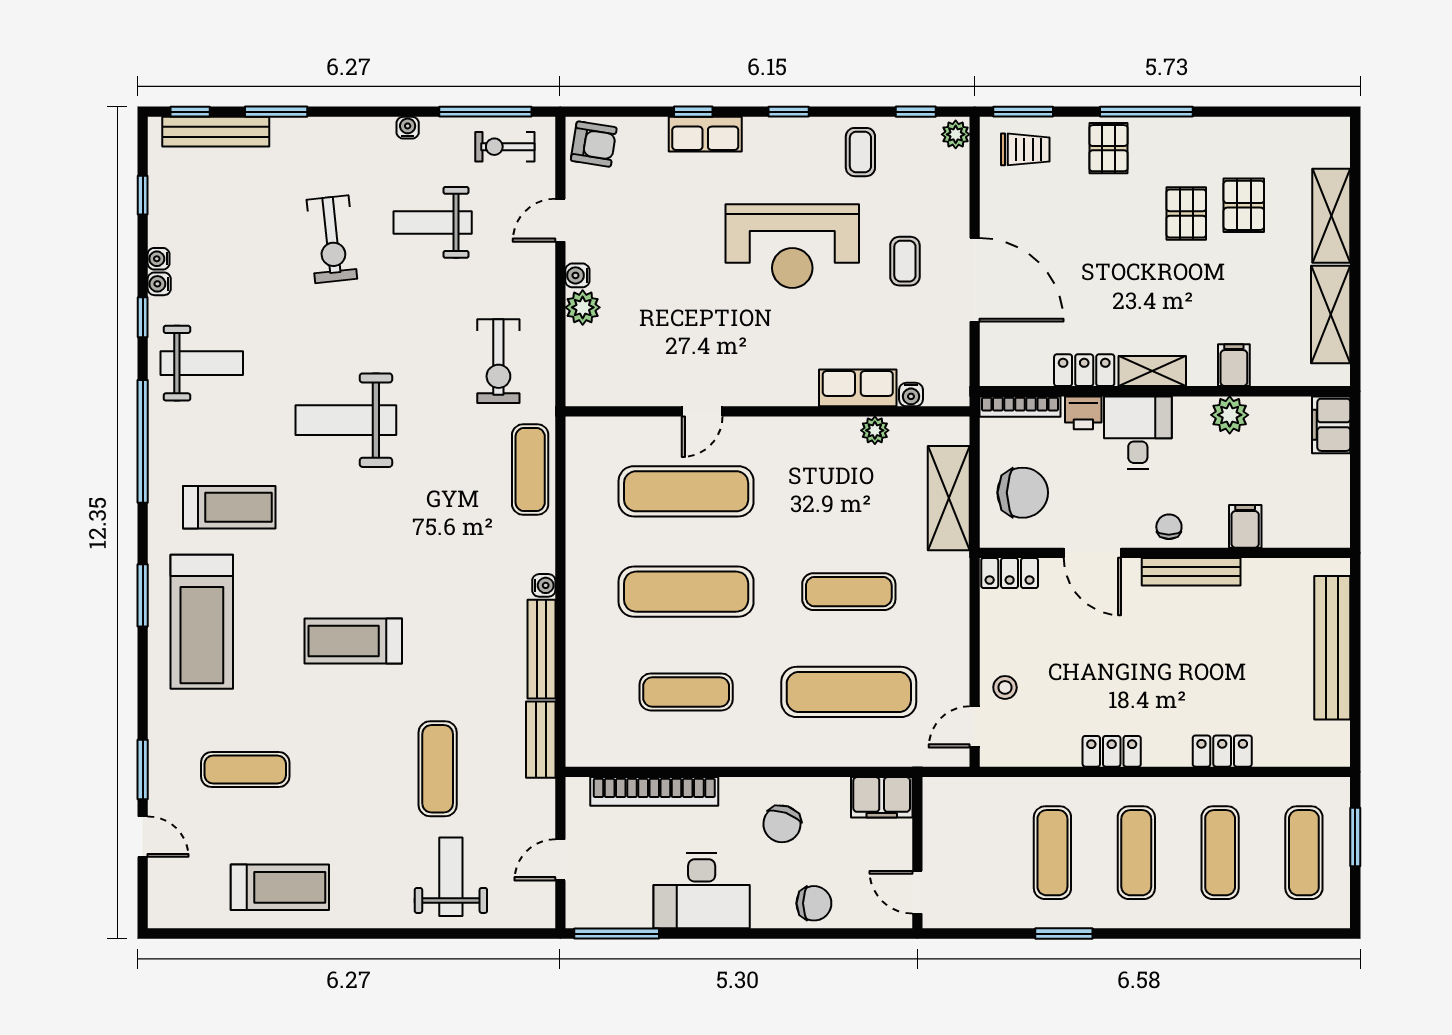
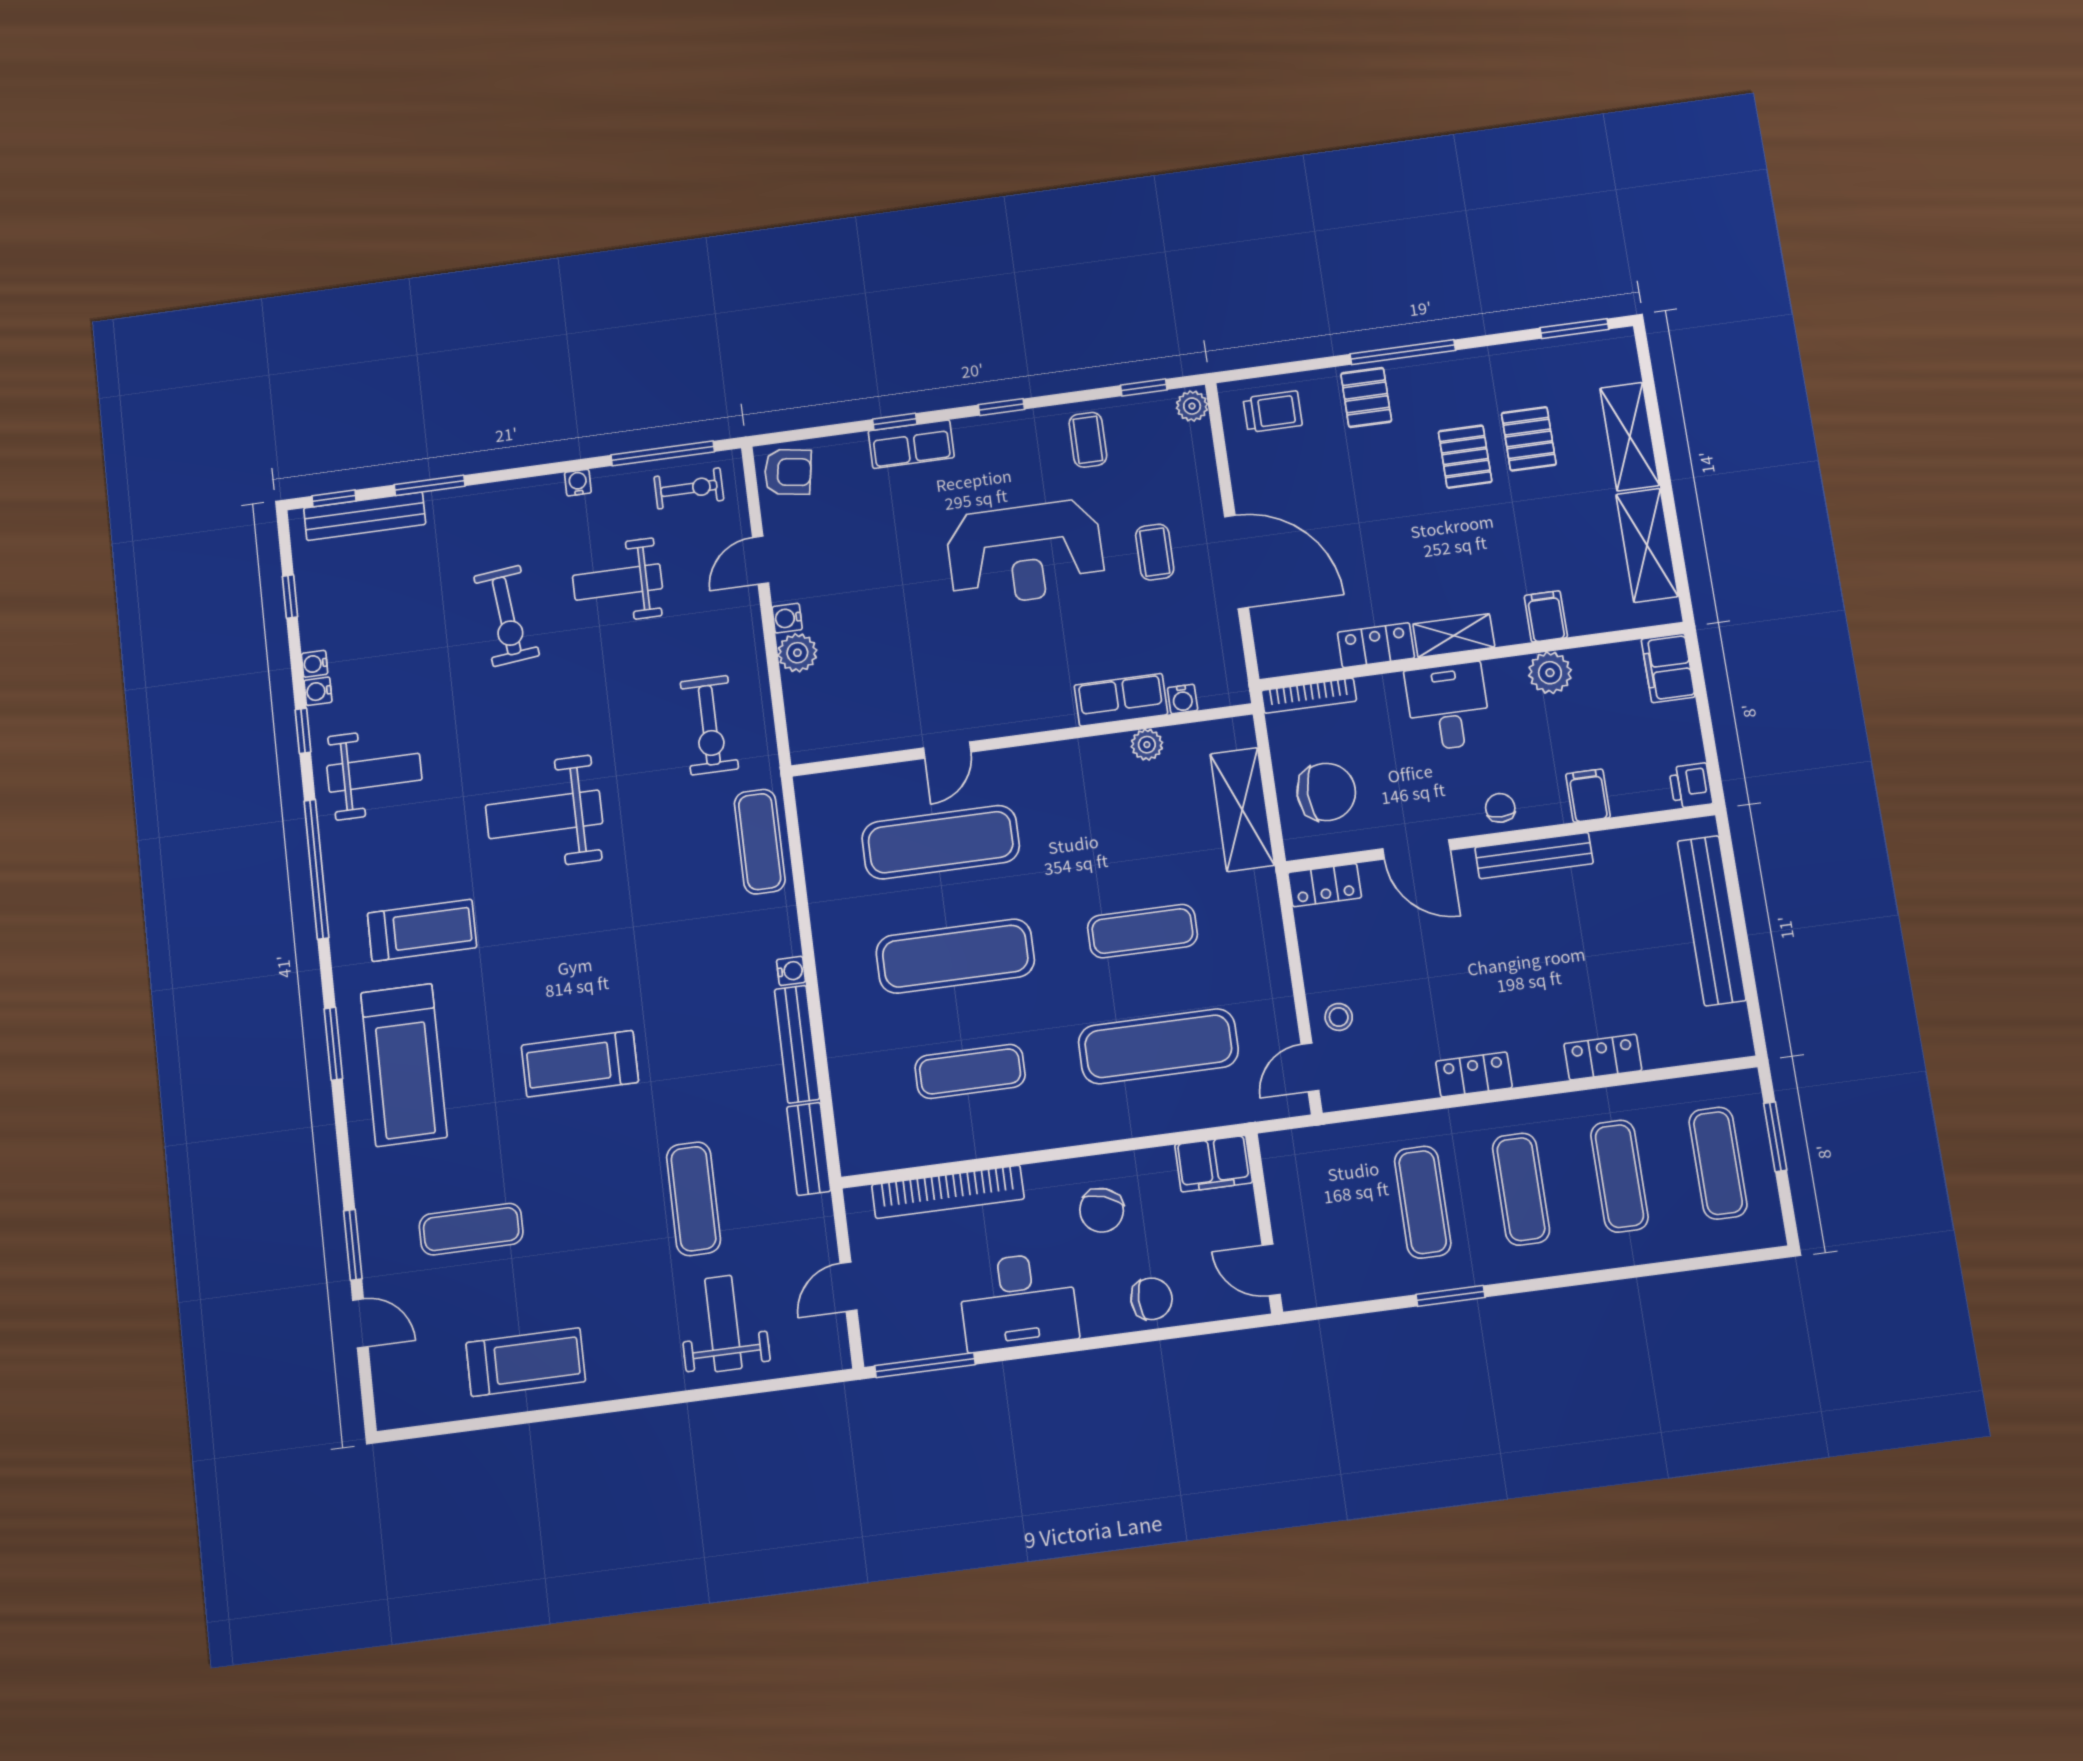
window: (1023, 112) -> (1574, 329), moved
exercise bike: (505, 147) -> (689, 488), turned 180
printer: (1083, 413) -> (1691, 786), moved, turned 90

